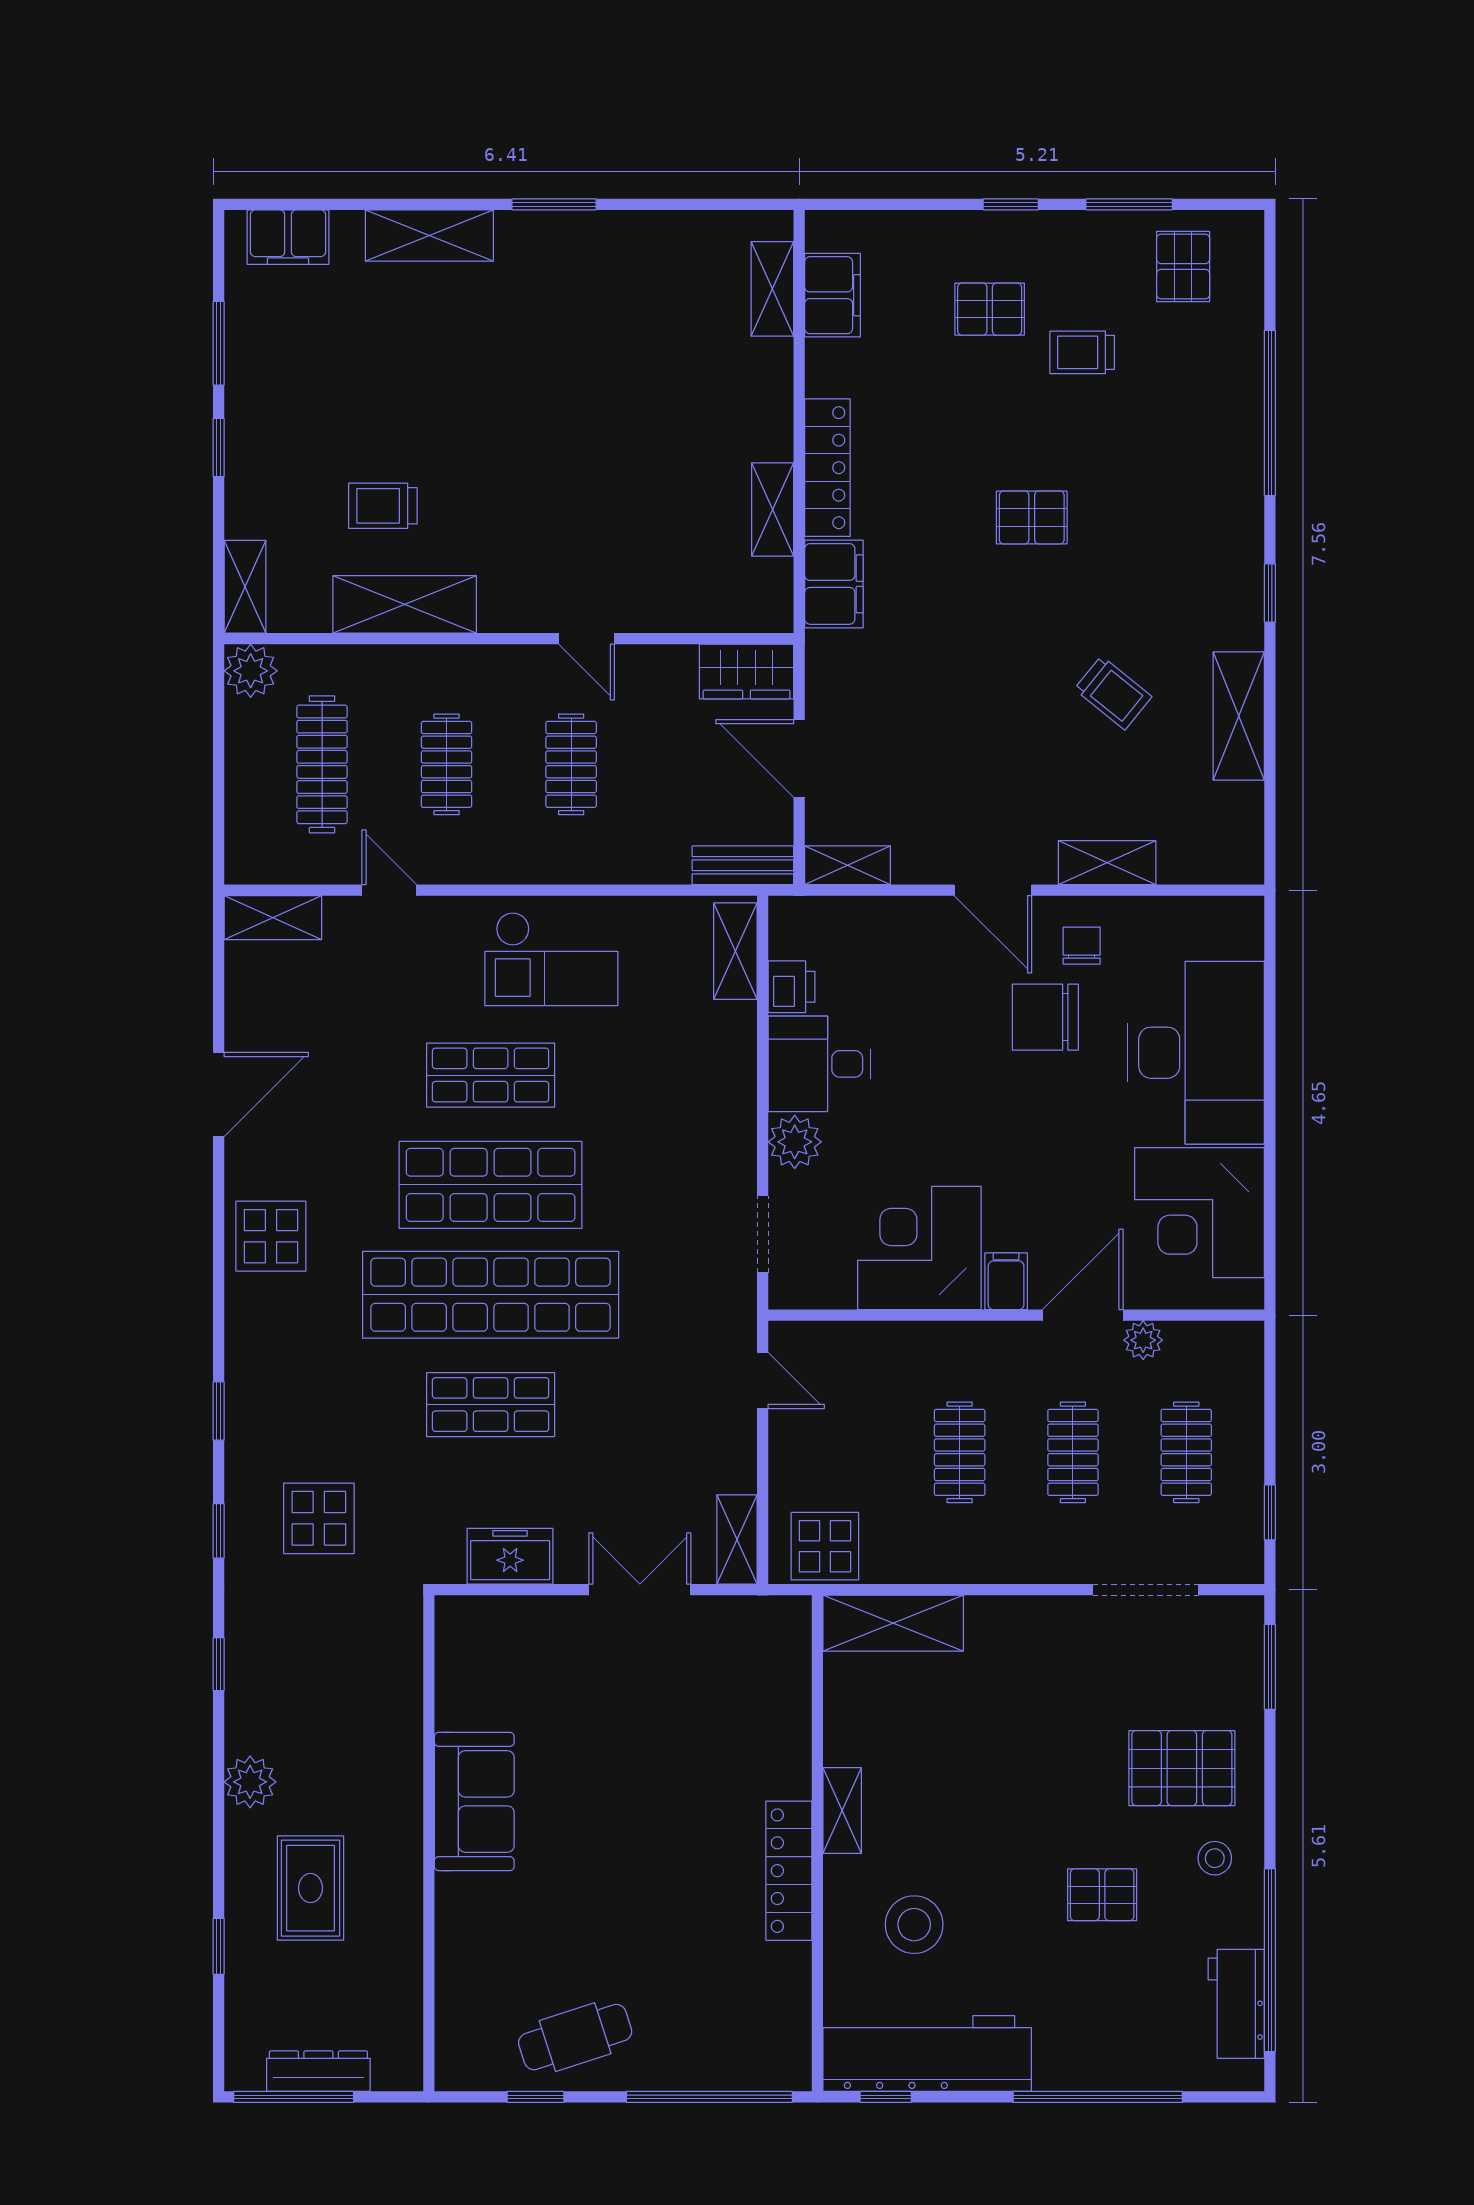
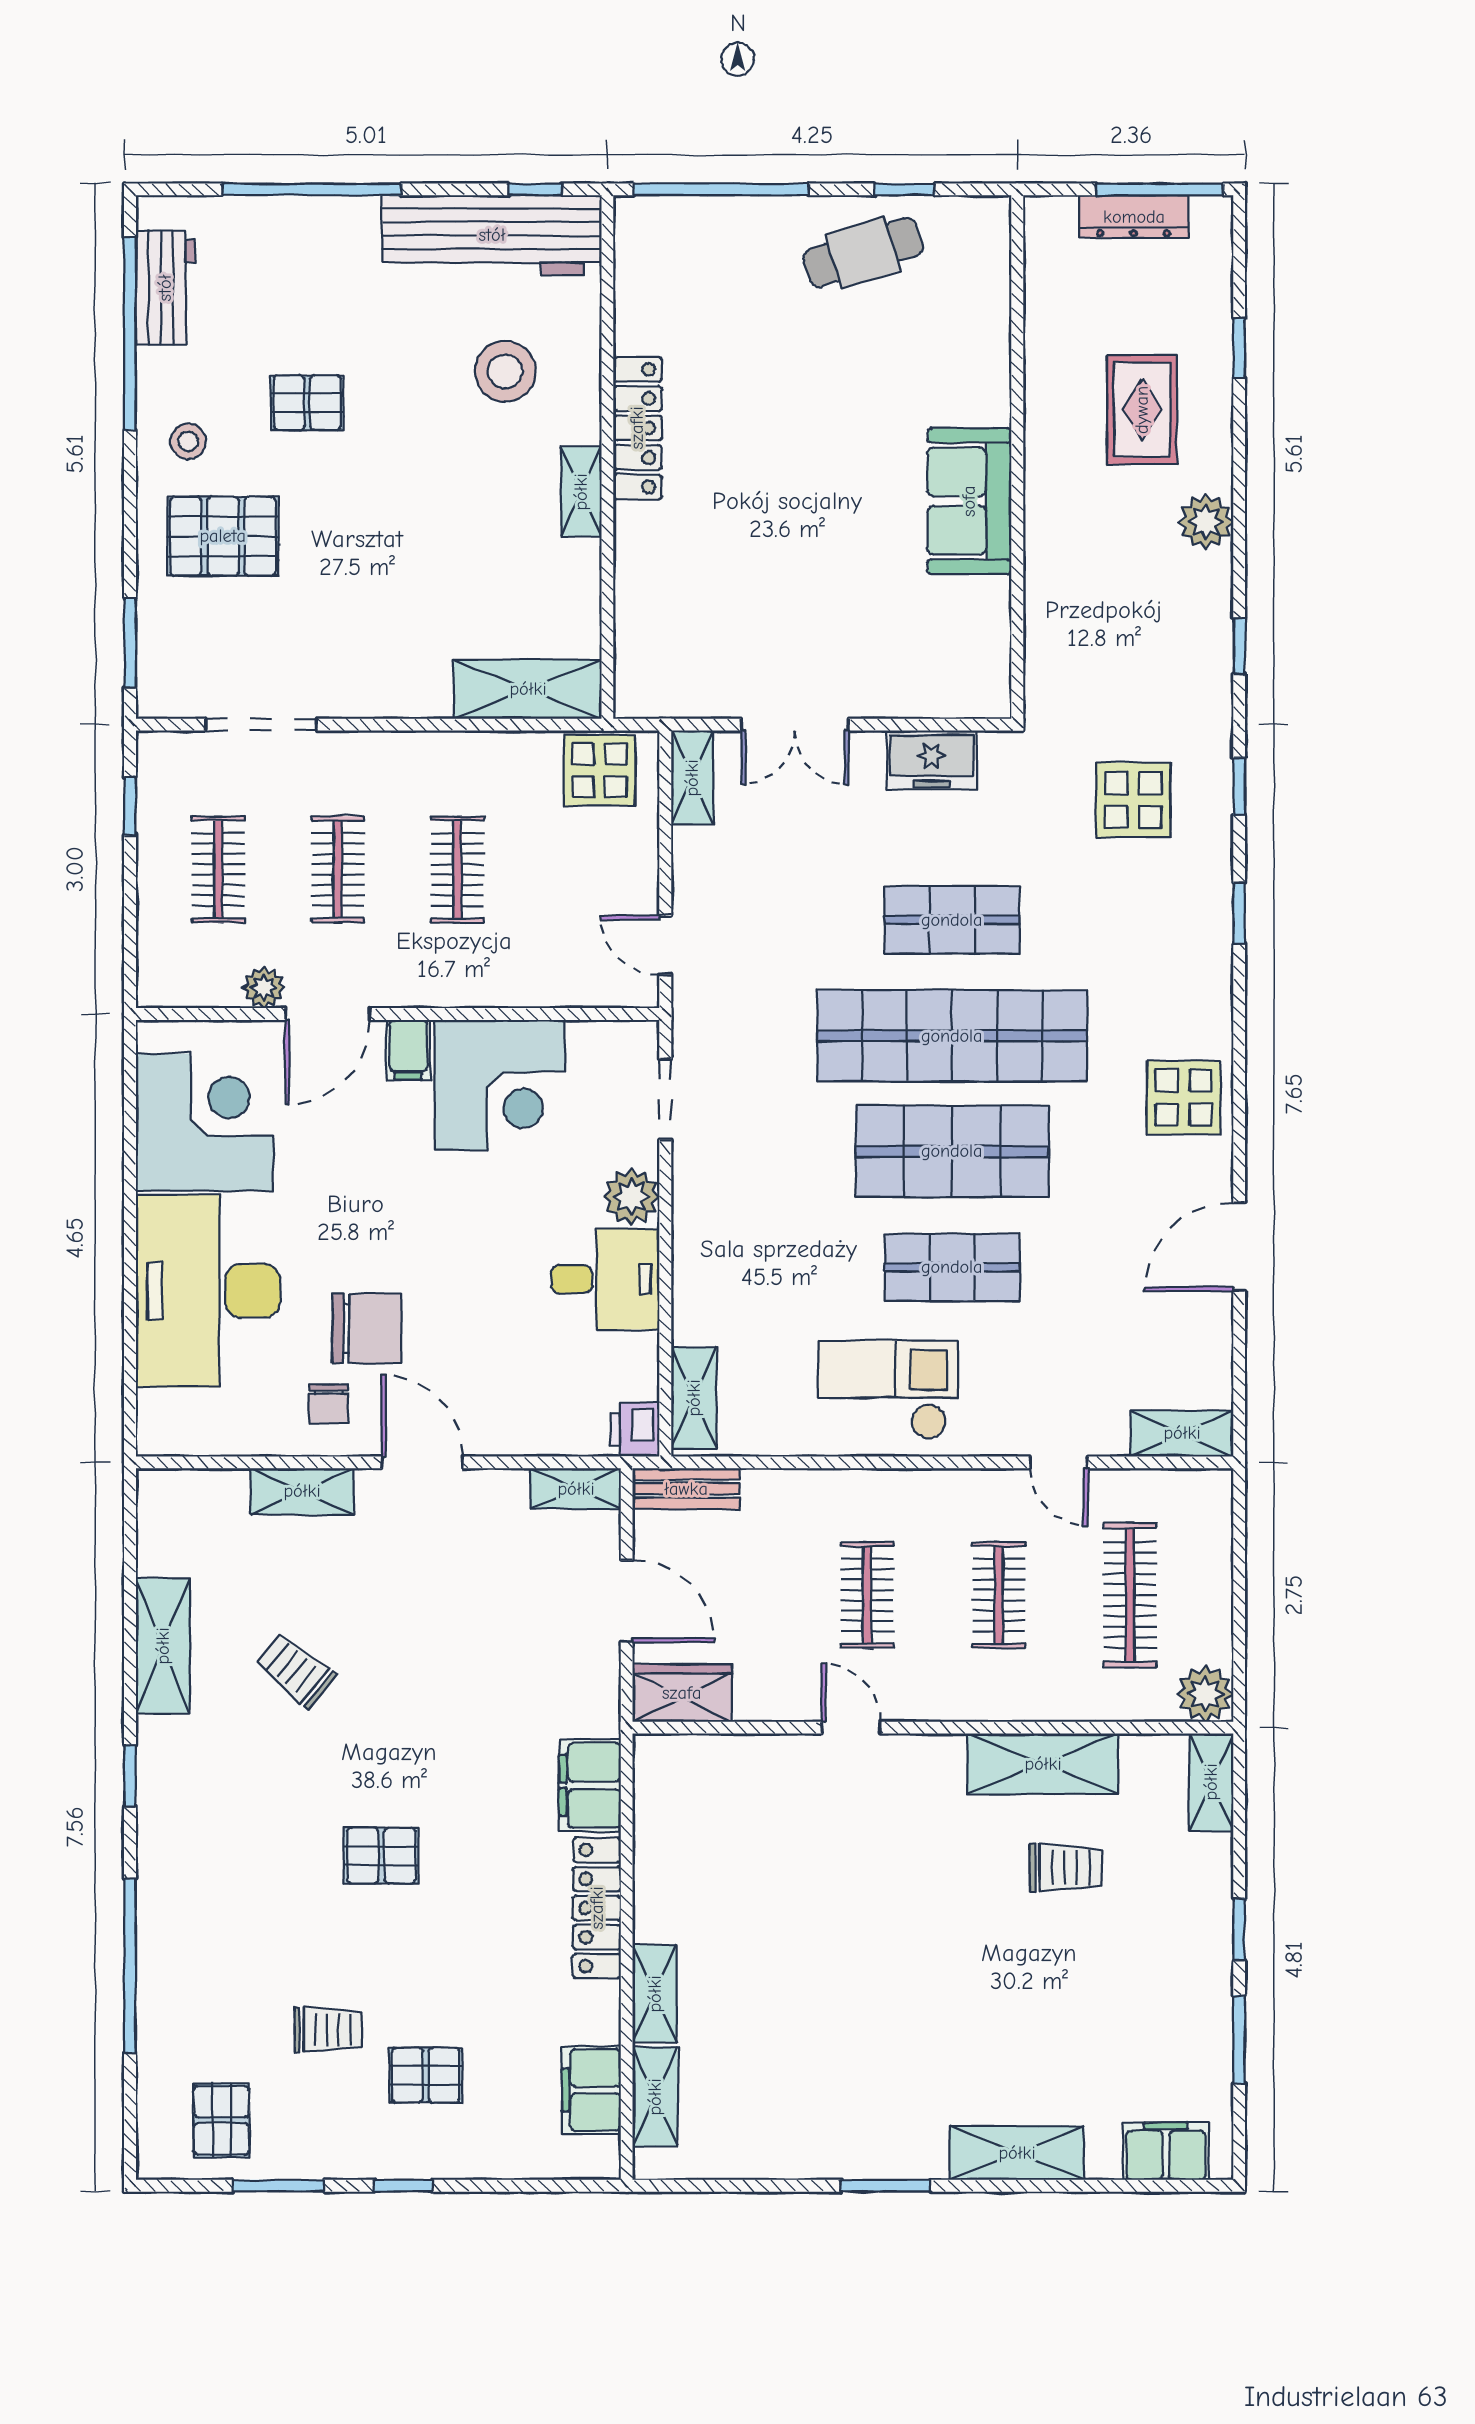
shelving: (773, 509) -> (655, 1994), moved
printer: (791, 987) -> (635, 1429), moved

